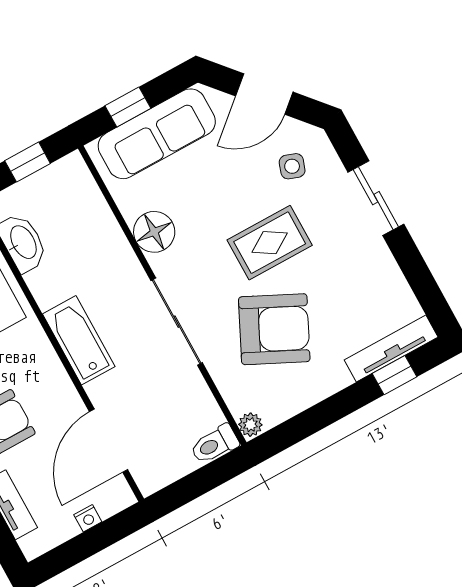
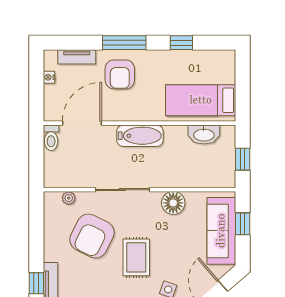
plant: (250, 425) -> (69, 198), moved
door: (108, 441) -> (82, 123), hinge flipped
toilet: (215, 444) -> (51, 138), moved, turned 180
nightstand: (88, 518) -> (49, 77), moved

